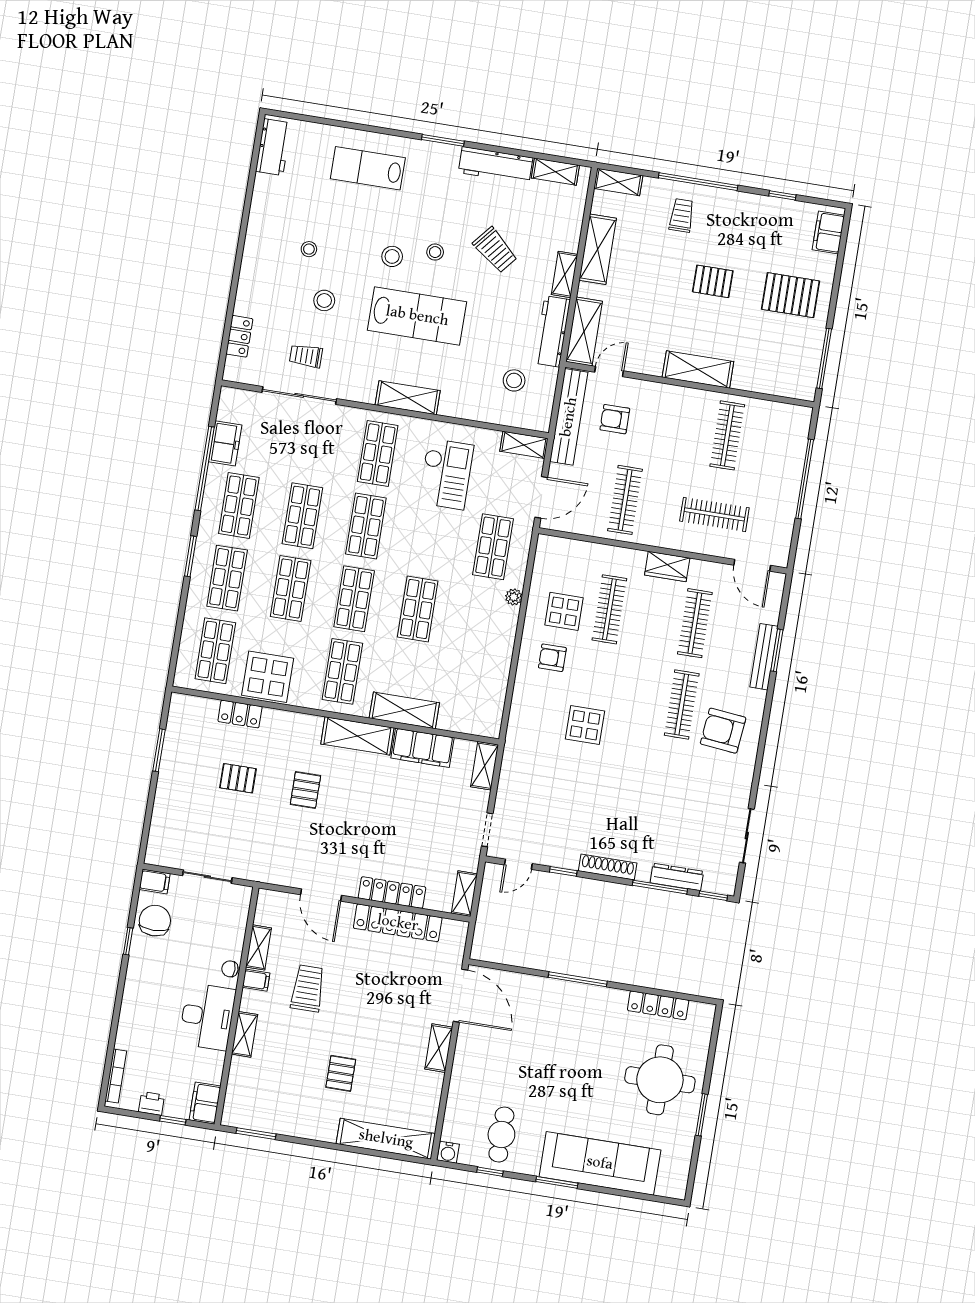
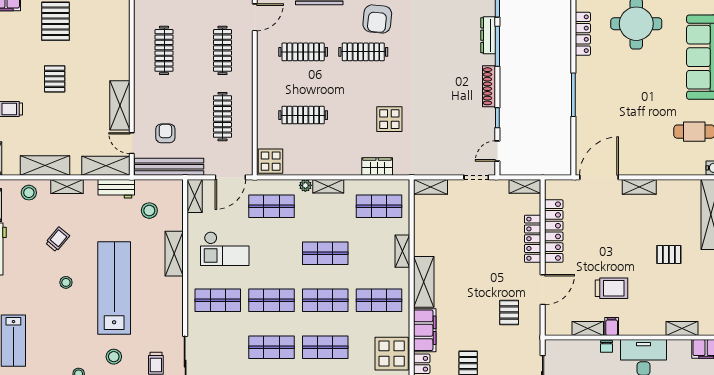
trolley: (495, 250) -> (58, 239), width x0.73, depth x0.72
stool: (392, 256) -> (29, 193), moved
lab bench: (417, 316) -> (114, 288), width x1.36
workbench: (552, 331) -> (116, 189), width x0.73
shelving: (698, 369) -> (120, 105), moved
shelving: (408, 398) -> (174, 254), moved
armchair: (615, 419) -> (165, 133), turned 180
clothes rail: (727, 435) -> (164, 50), turned 90
checkout: (446, 474) -> (225, 249), turned 180
door: (541, 497) -> (230, 177), swing flipped
clothes rail: (625, 500) -> (222, 117), turned 90
wardrobe: (667, 567) -> (377, 166), moved, turned -90
display table: (564, 611) -> (271, 161), moved
shelving: (508, 628) -> (328, 186), added
armchair: (552, 658) -> (345, 151), removed
shop shelf: (469, 692) -> (379, 206), added
shelving: (404, 710) -> (402, 251), width x0.67, depth x0.75
filing cabinet: (422, 748) -> (425, 330), moved
pallet: (305, 790) -> (509, 312), moved, turned 90
door: (518, 864) -> (497, 151), swing flipped
trolley: (308, 988) -> (611, 288), turned 180
shelving: (245, 1034) -> (682, 328), moved

